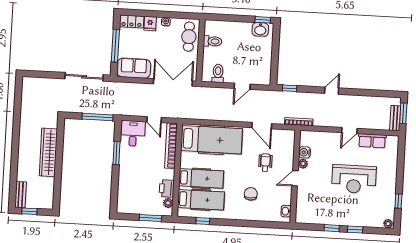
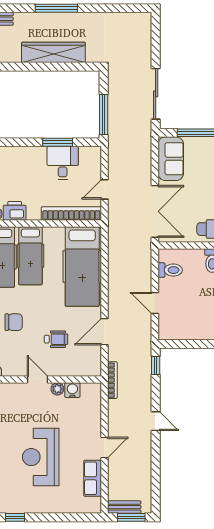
door: (349, 130) -> (104, 448), swing flipped
desk: (133, 133) -> (63, 163), moved, turned -90
window: (15, 148) -> (56, 8), added

